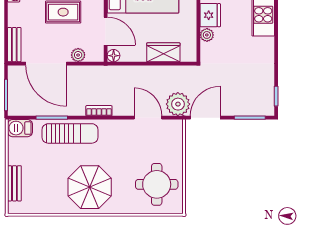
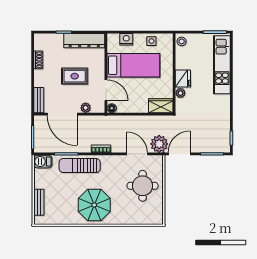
wardrobe: (163, 52) -> (161, 106), moved
sun lounger: (70, 133) -> (80, 166), turned 180
round table: (157, 184) -> (143, 186), moved

